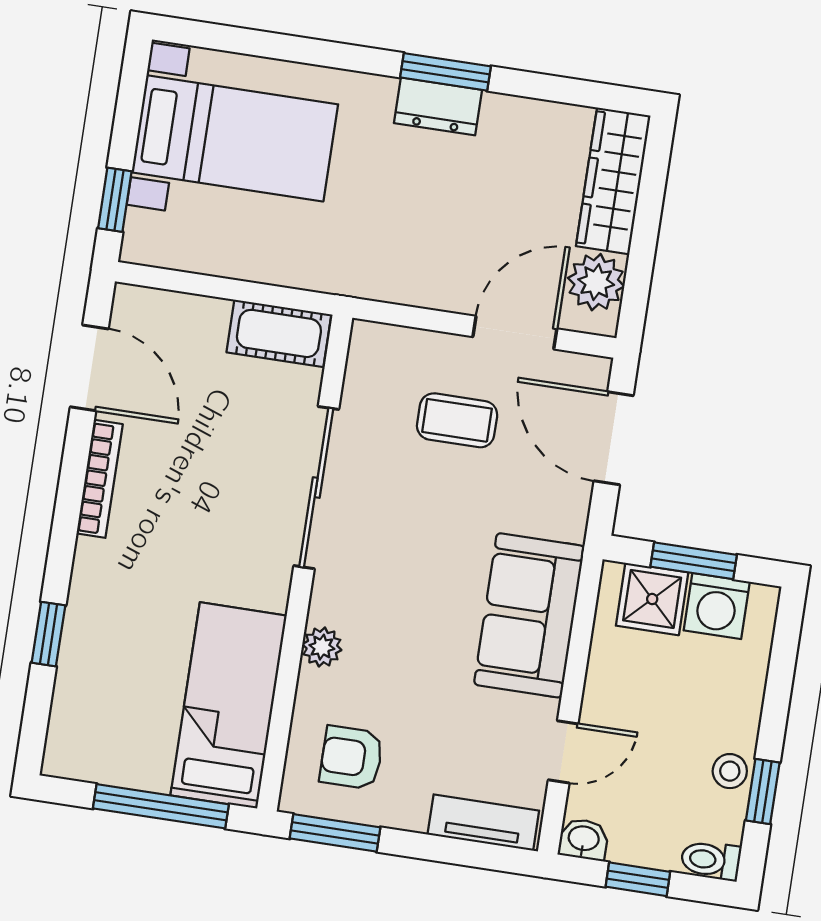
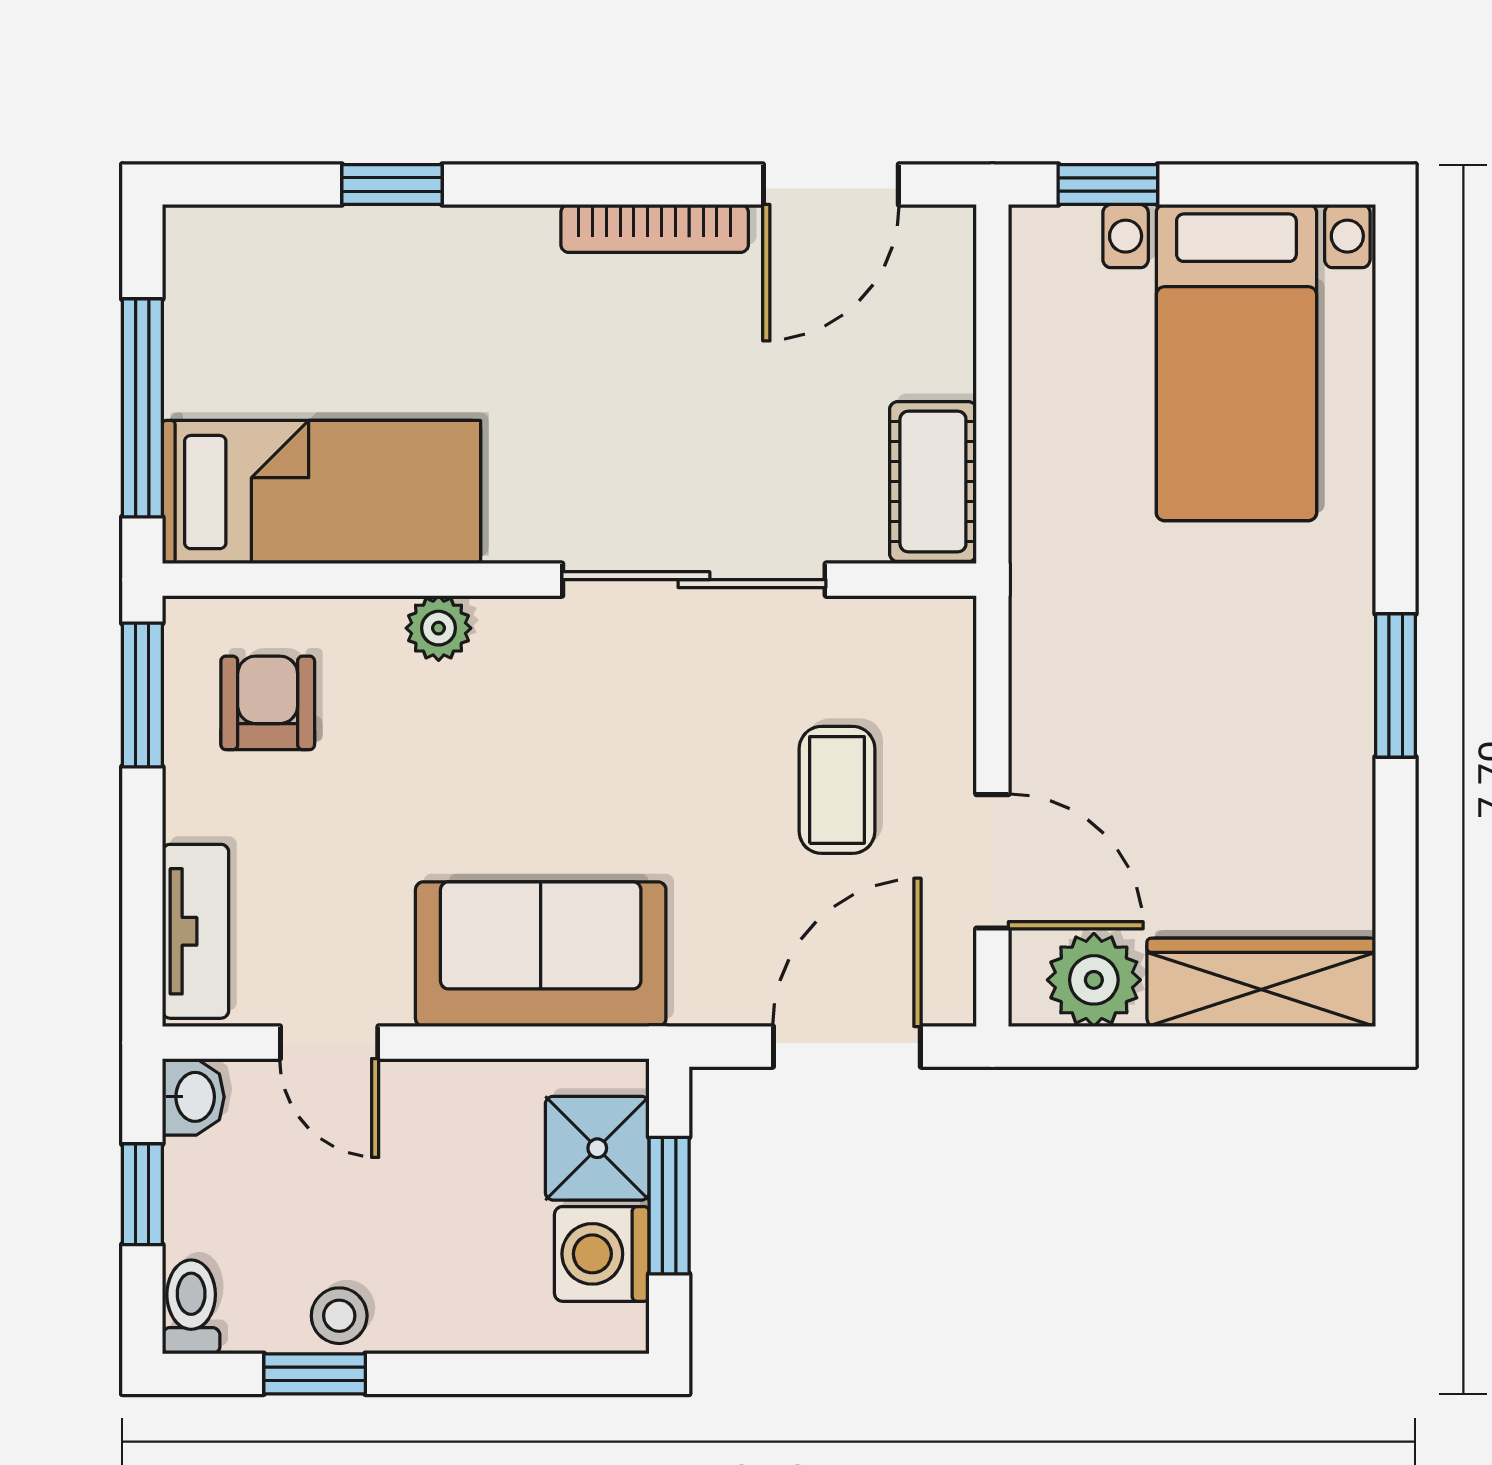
dresser: (438, 106) -> (1338, 682), removed

